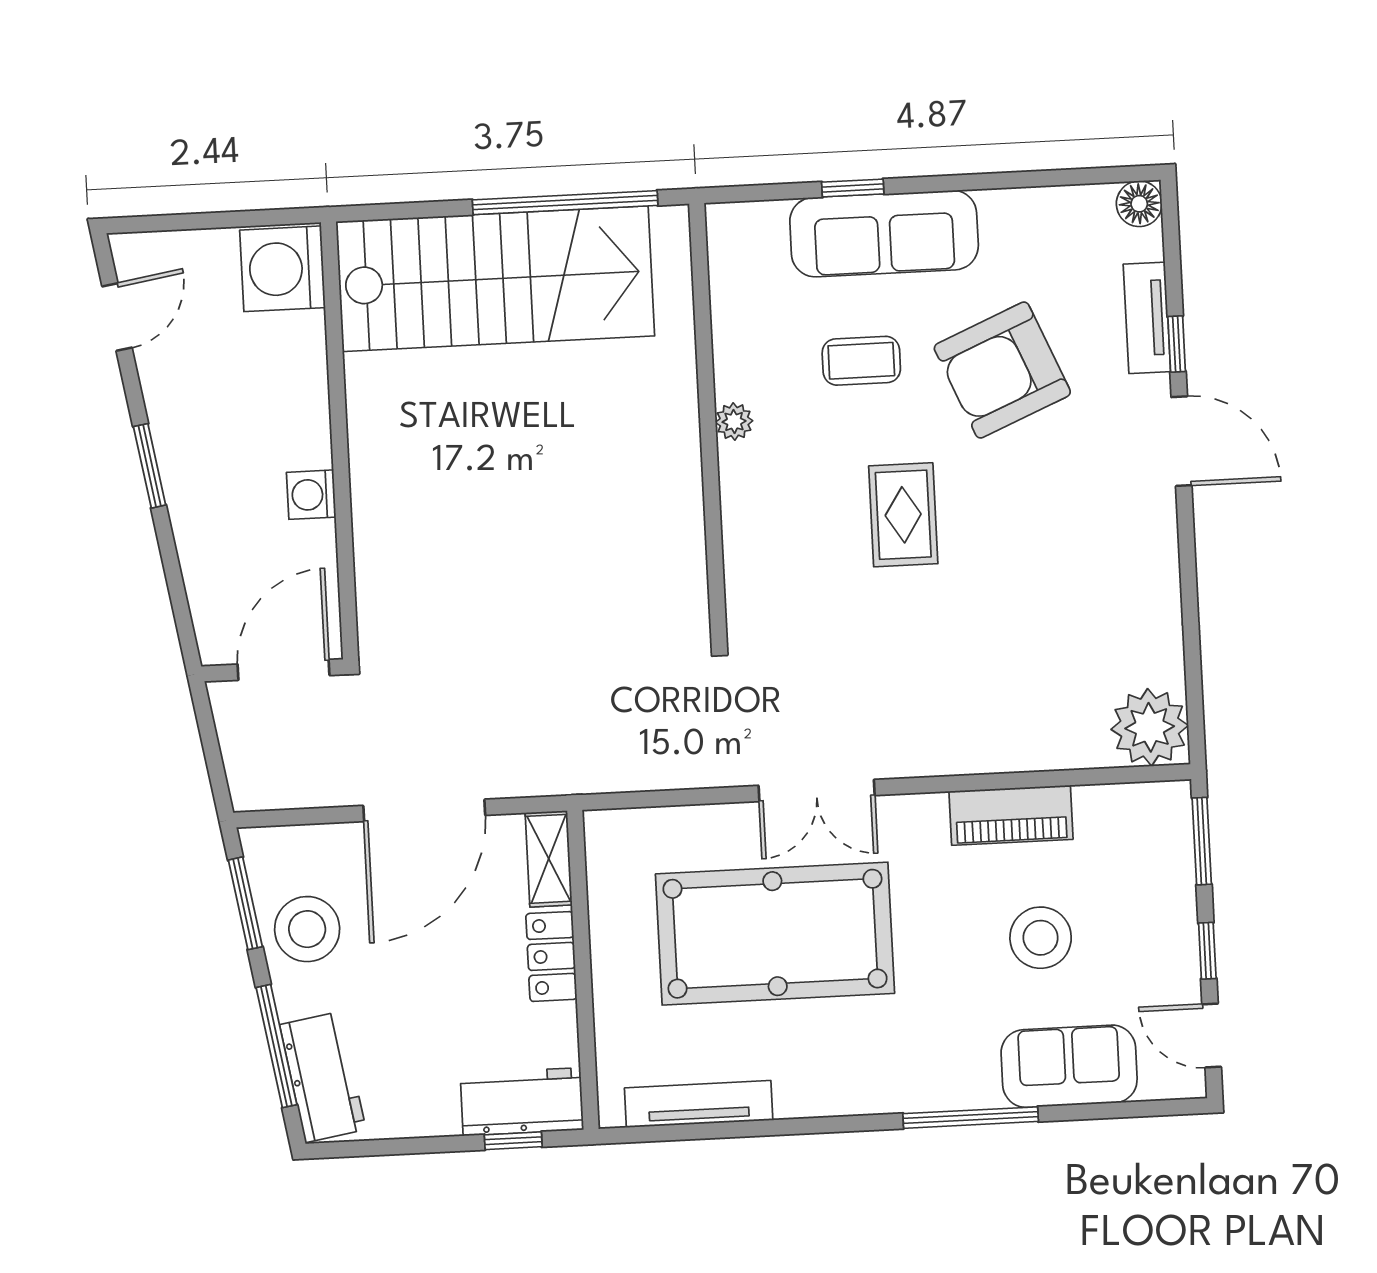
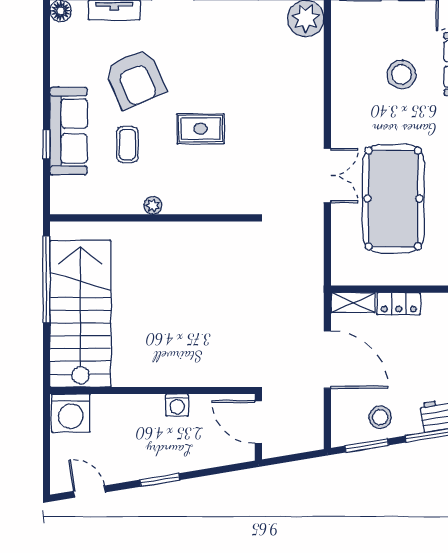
piano: (1011, 815) -> (344, 85), removed
stool: (307, 929) -> (380, 417), width x0.73, depth x0.73

